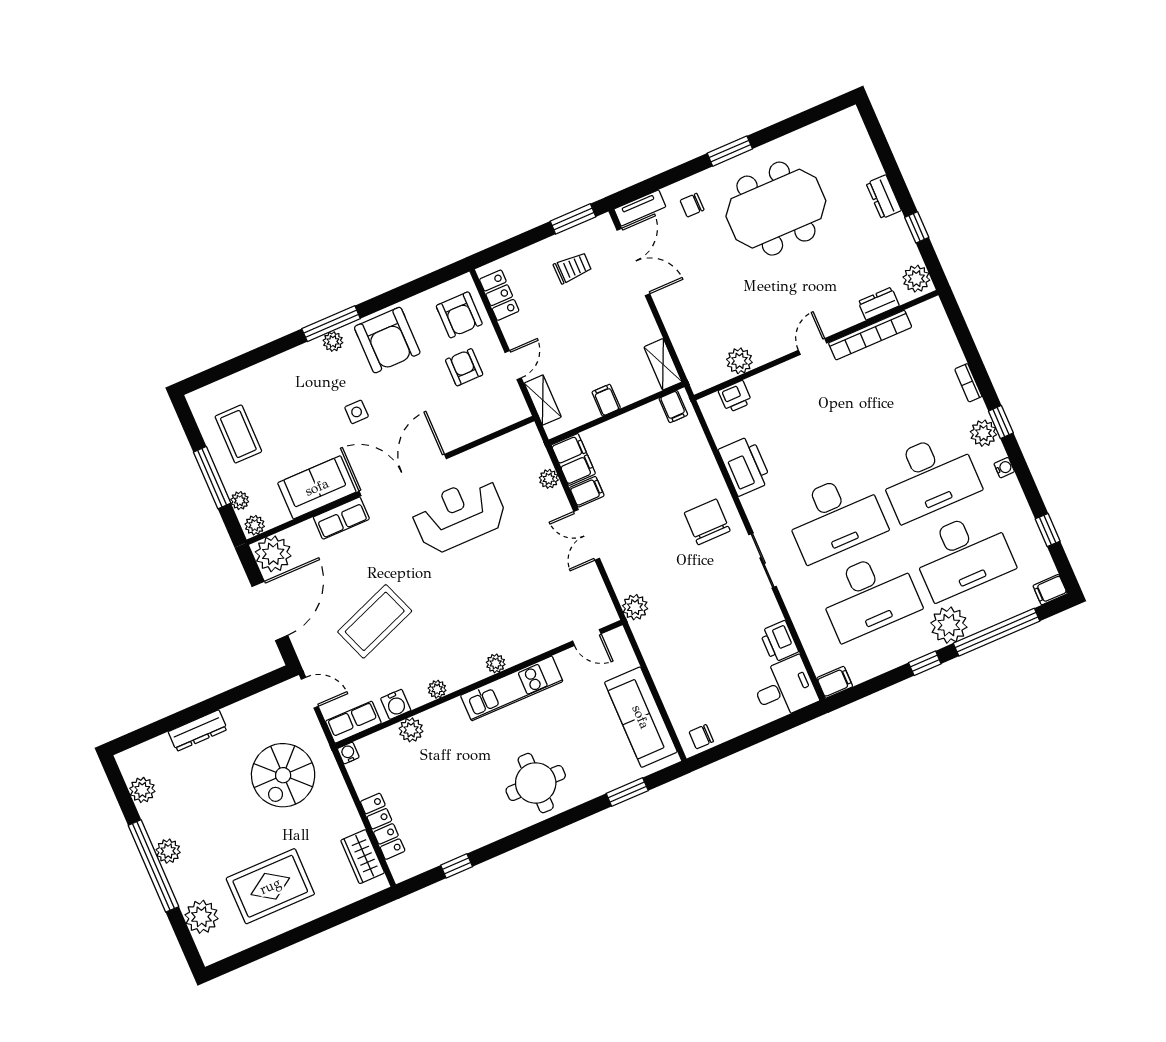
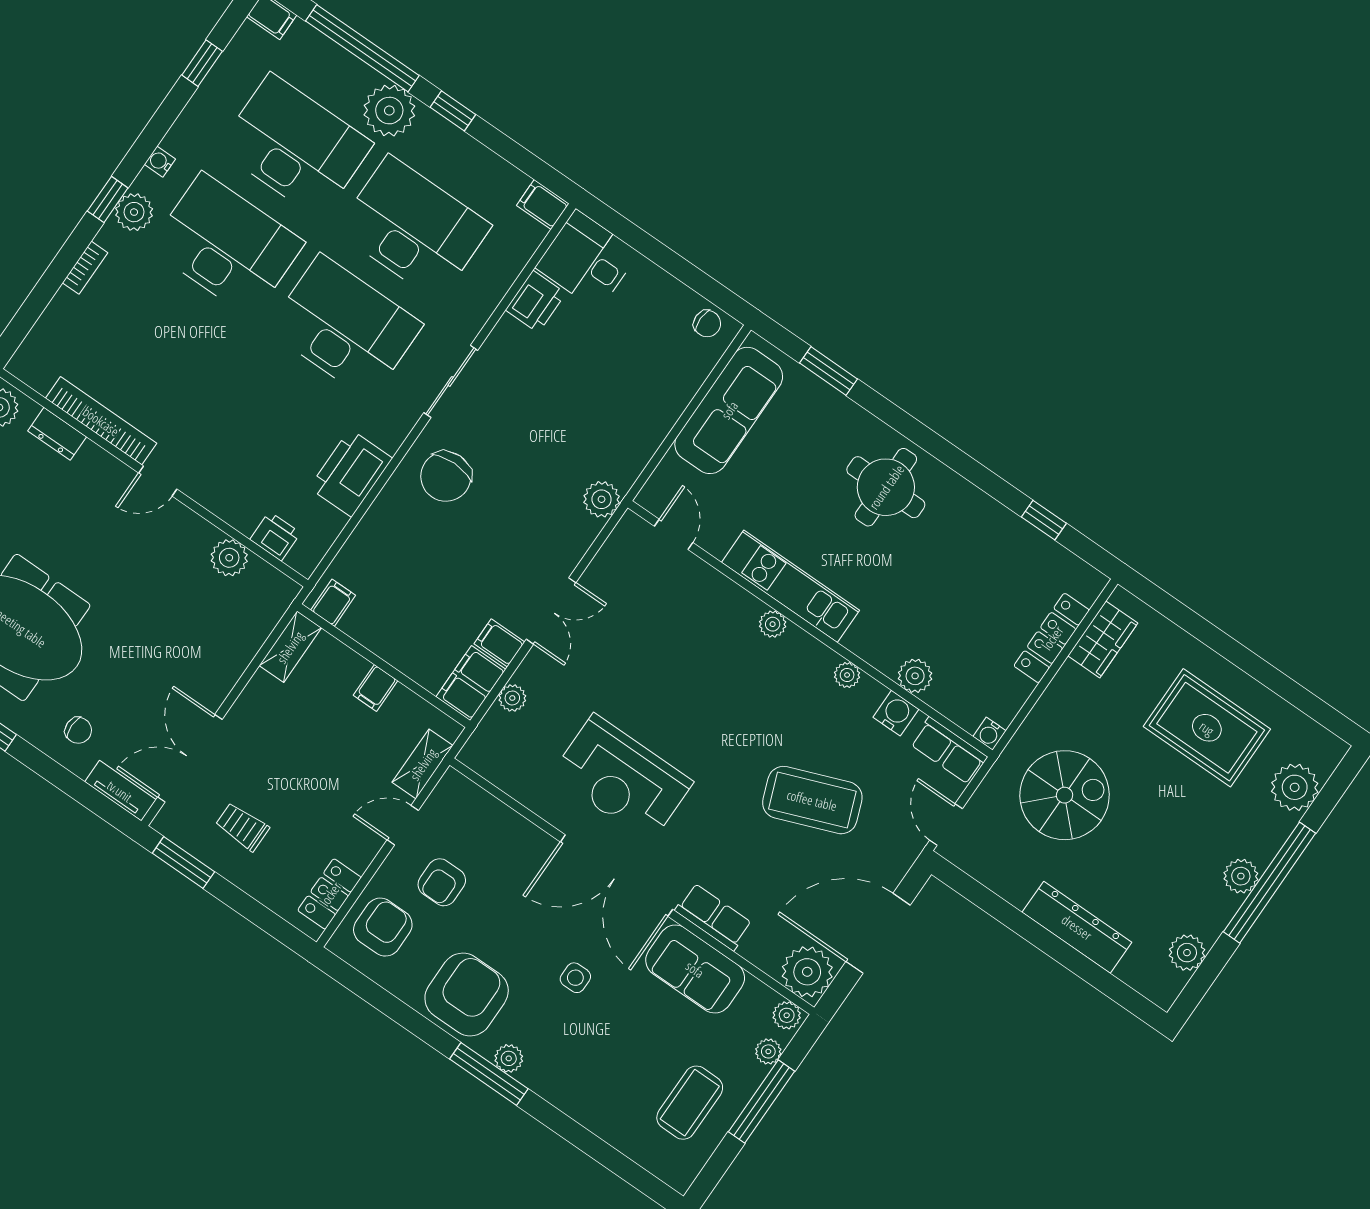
dresser: (198, 731) -> (1077, 927), width x1.37, depth x1.24

